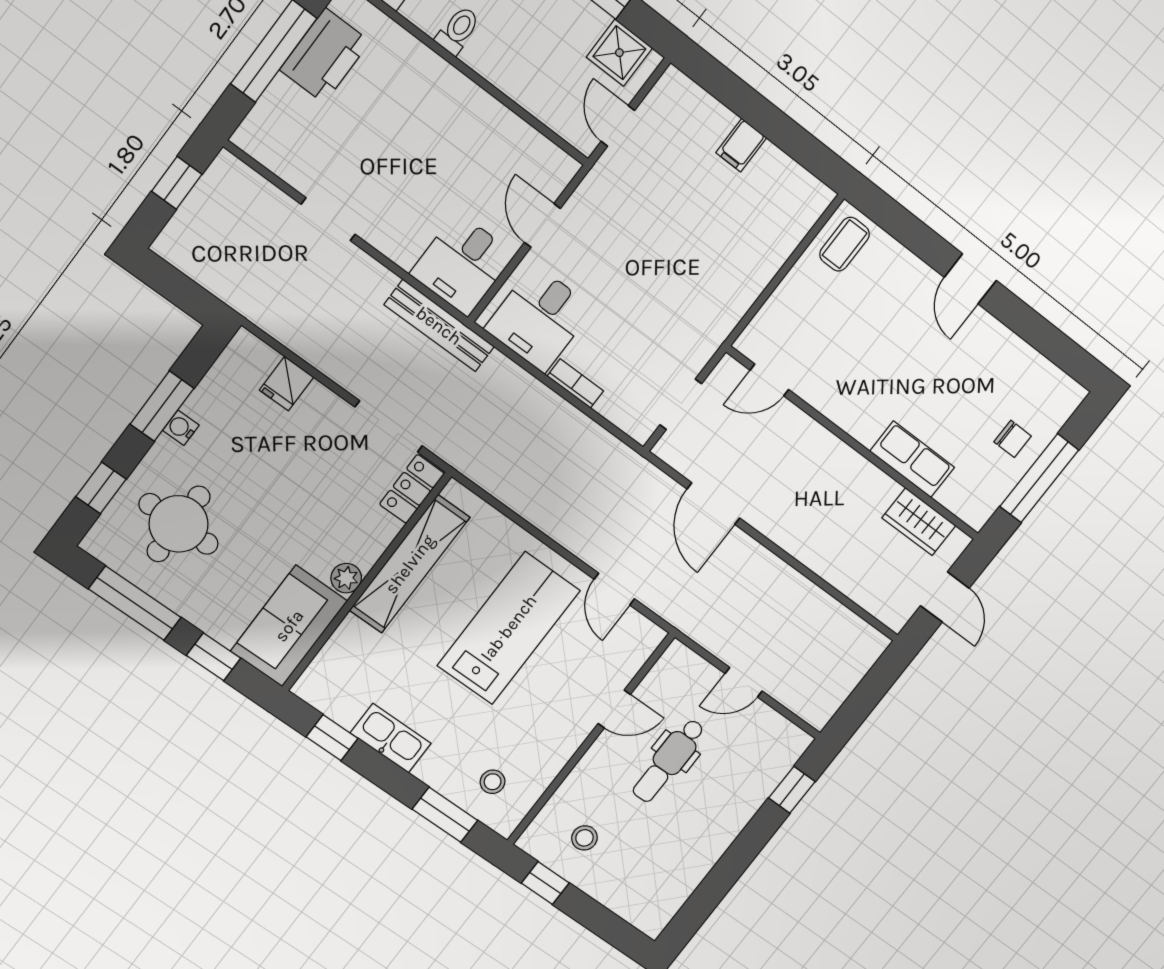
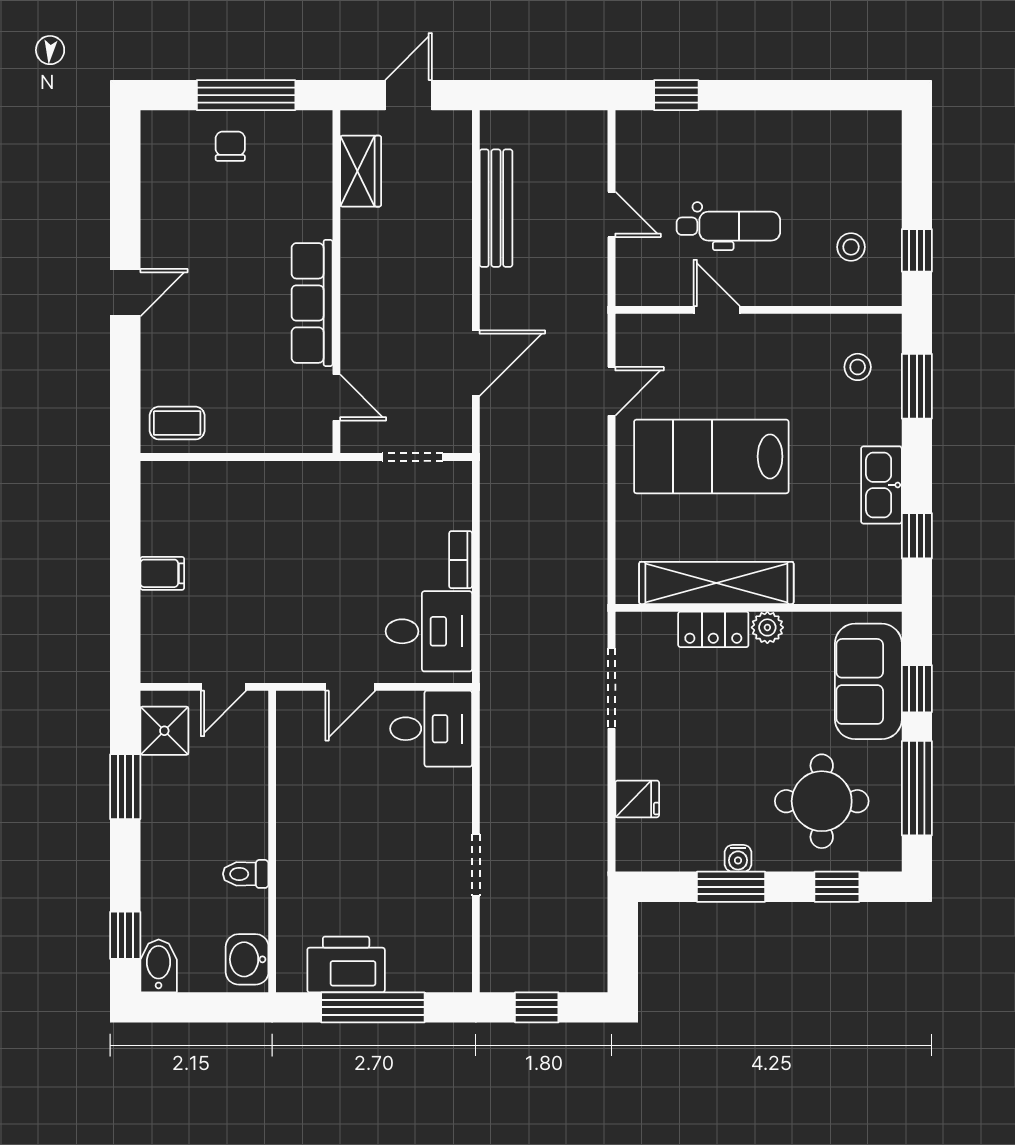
bench: (439, 326) -> (496, 208), moved
row of seats: (912, 459) -> (312, 303), moved, width x1.48
locker: (412, 489) -> (713, 629), moved
sofa: (289, 626) -> (868, 681), moved, turned 90

